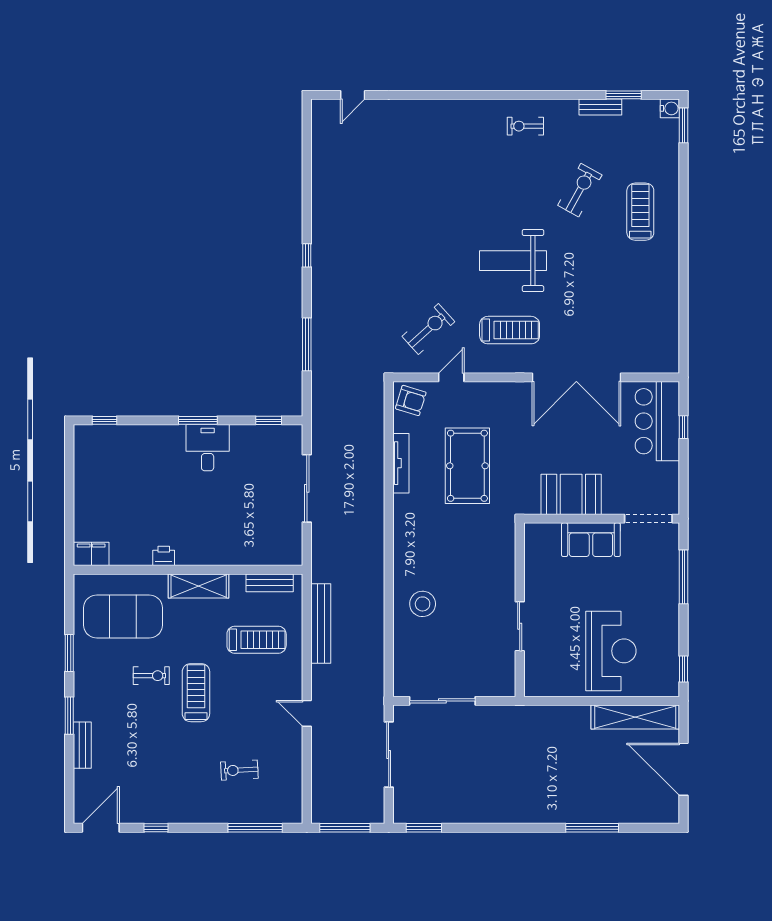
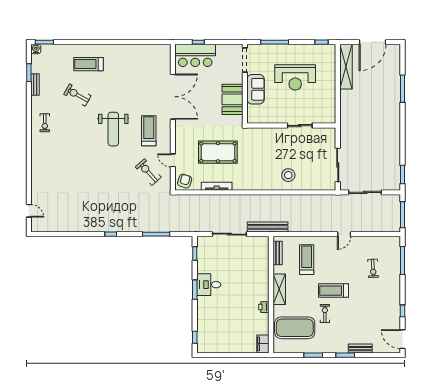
exercise mat: (123, 616) -> (295, 328), turned 90
bench: (321, 624) -> (268, 227), moved
reception desk: (611, 651) -> (295, 77), moved, turned 180

